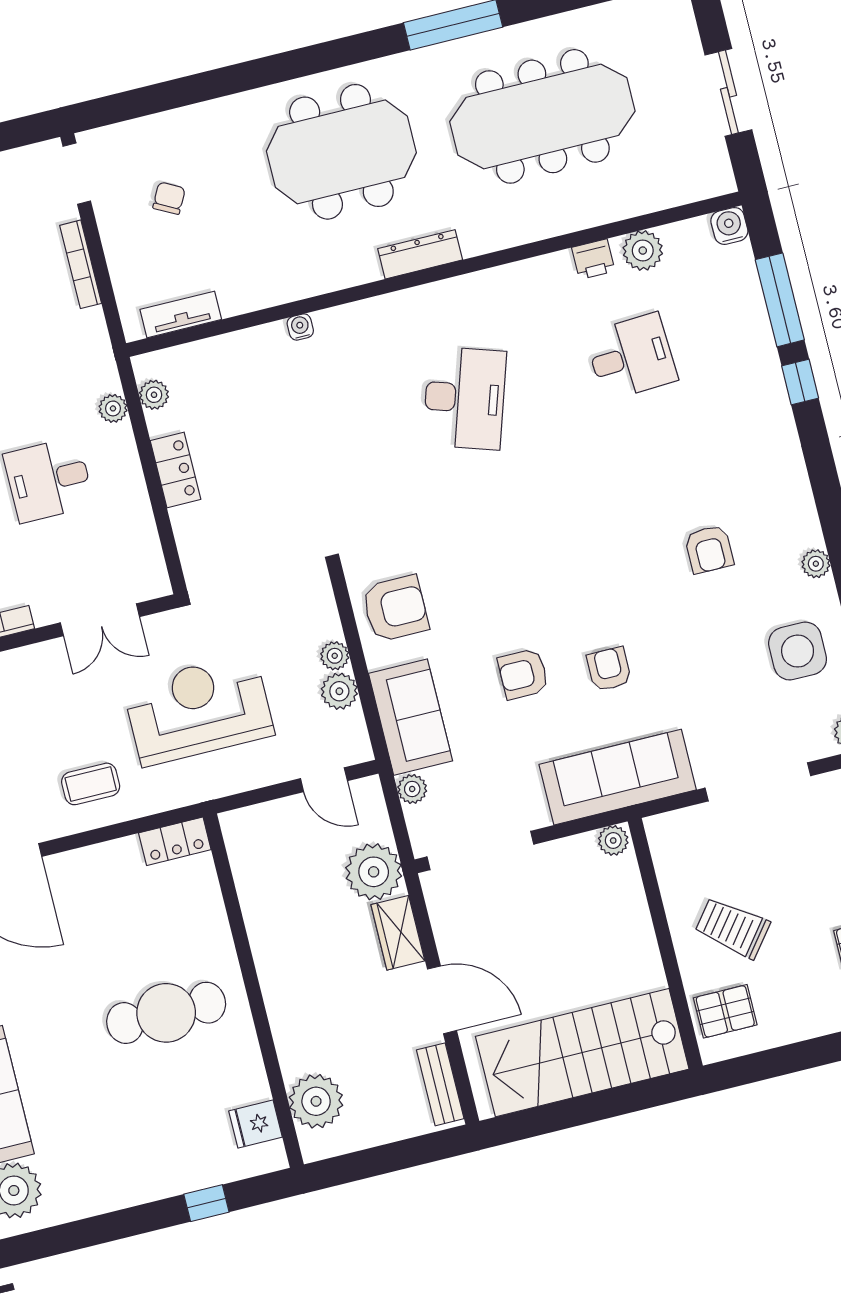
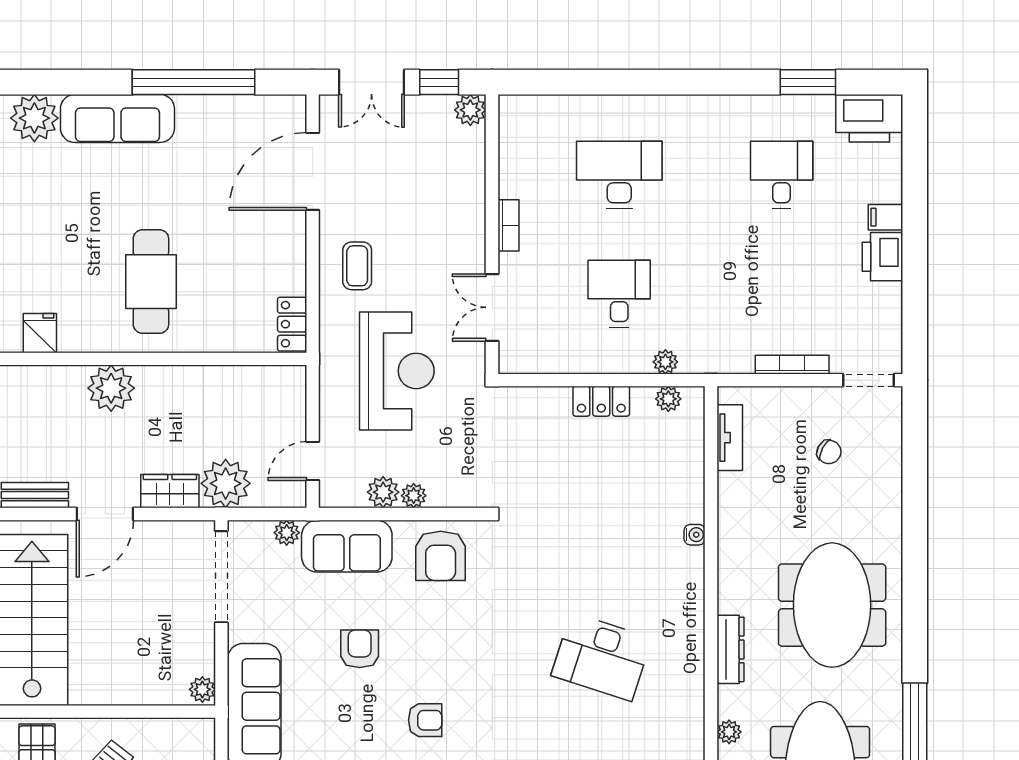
plant: (514, 233) -> (729, 732), added
armchair: (609, 669) -> (425, 720), moved
plant: (316, 1101) -> (111, 388), moved

